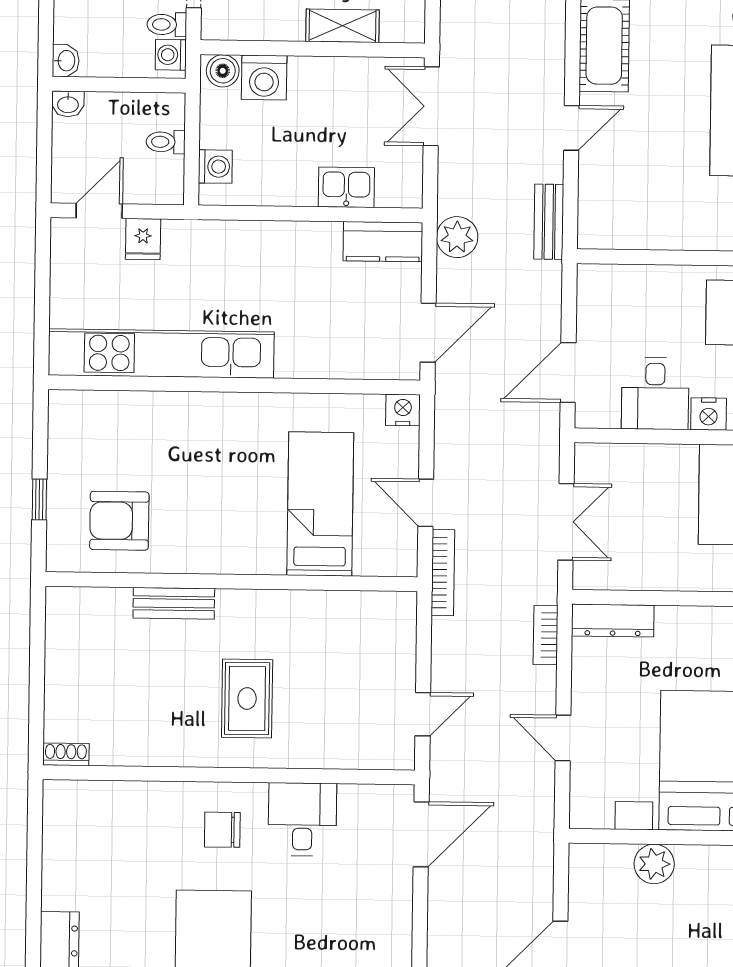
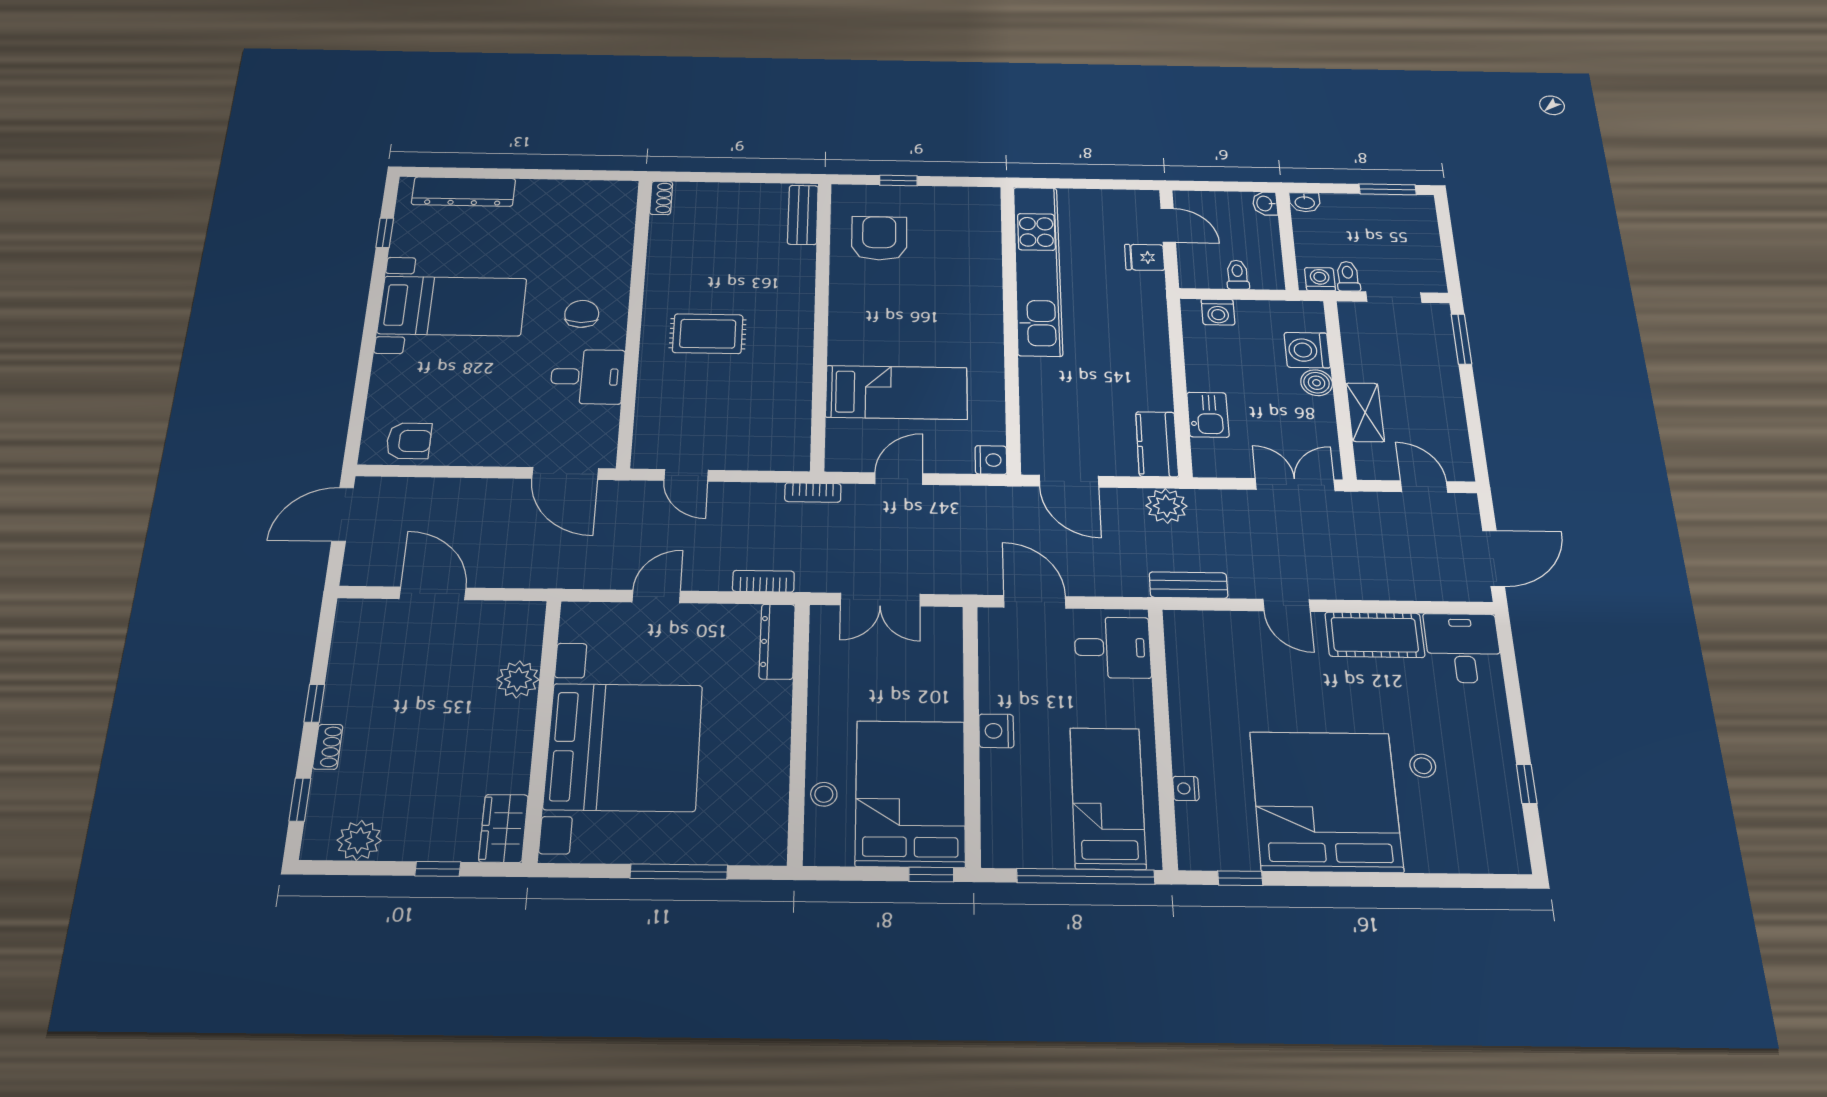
boiler: (223, 71) -> (1317, 383), moved
desk: (655, 393) -> (1113, 647), moved, turned 180
bookcase: (443, 573) -> (813, 493), width x0.64
bench: (174, 603) -> (803, 215), moved

